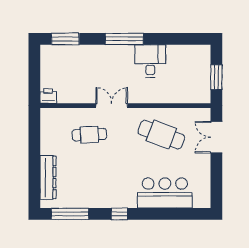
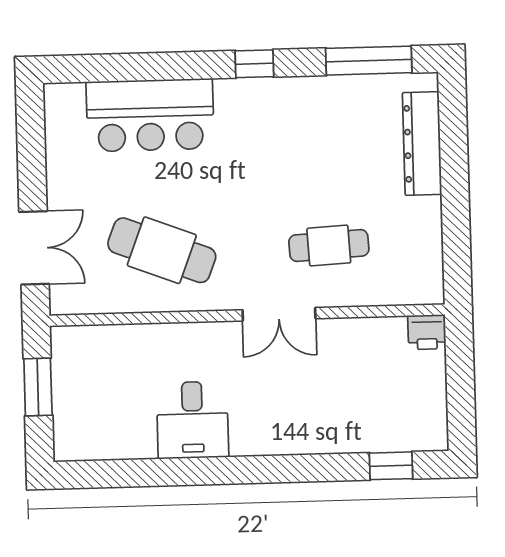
window: (65, 39) -> (391, 466), width x0.67
window: (124, 39) -> (254, 470), removed

